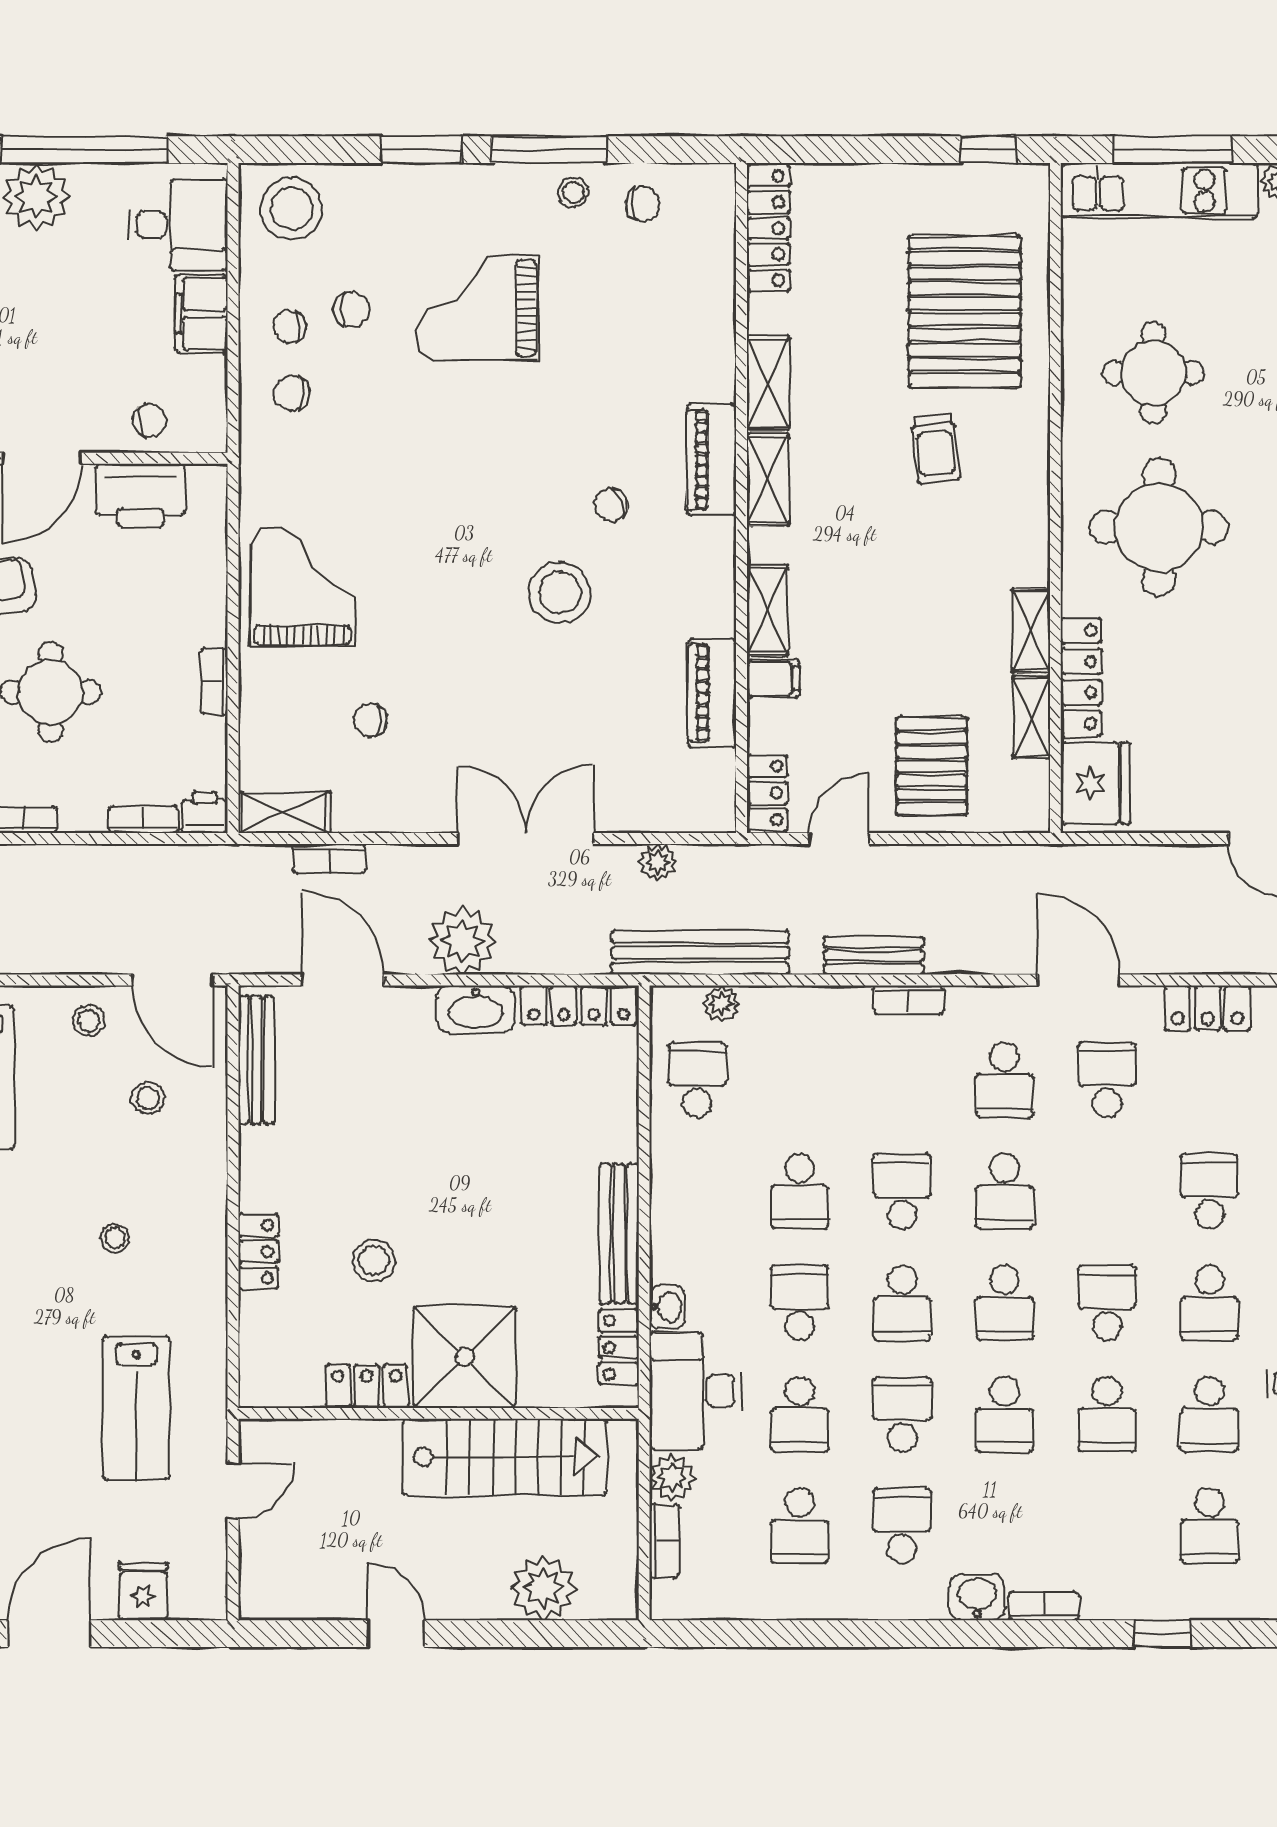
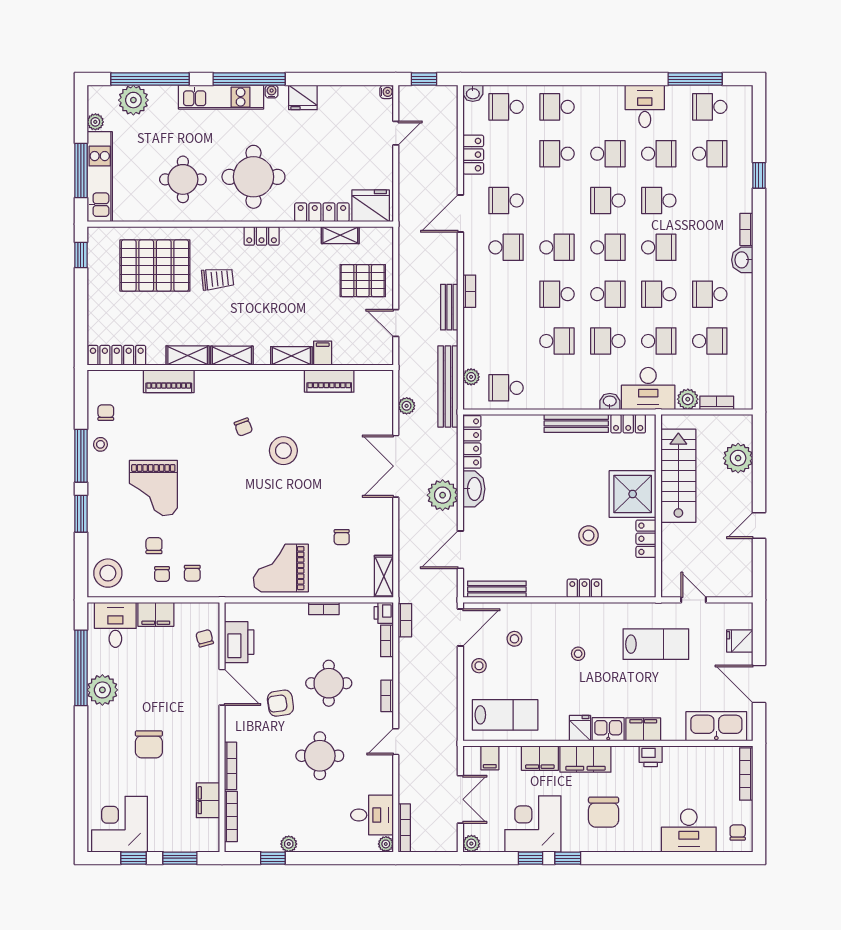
piano: (711, 460) -> (169, 381), moved
shelving: (1031, 631) -> (301, 235), removed
locker: (767, 793) -> (262, 236), moved, turned 180
bookcase: (329, 858) -> (405, 620), moved
school desk: (1107, 1414) -> (659, 201), turned 180

